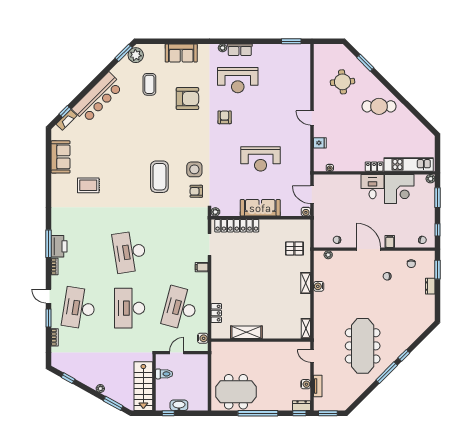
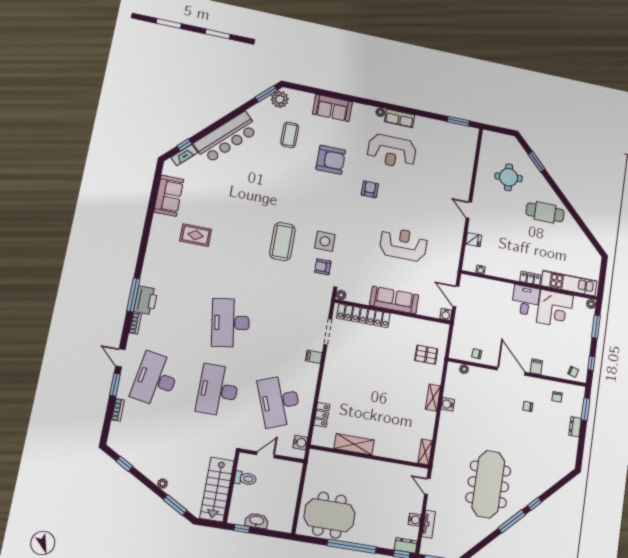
reception desk: (261, 159) -> (403, 244), turned 180
desk: (180, 308) -> (279, 401), turned -36

